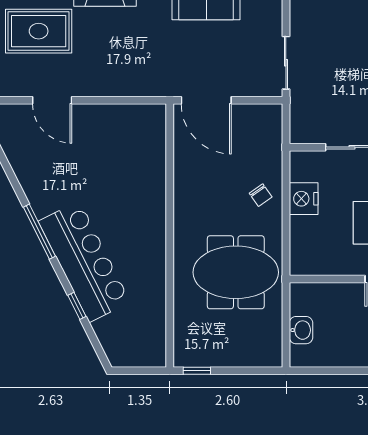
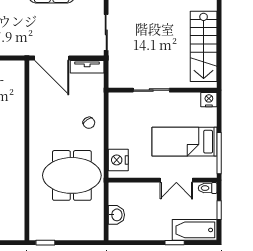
tv unit: (258, 113) -> (87, 67), added
nightstand: (304, 199) -> (118, 160), moved

